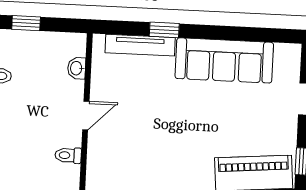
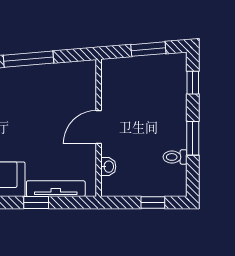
door: (86, 116) -> (99, 127), width x1.38
toilet: (68, 155) -> (112, 93), removed

